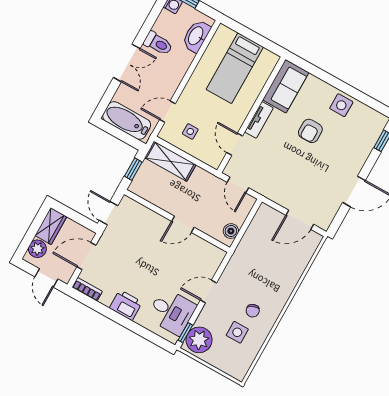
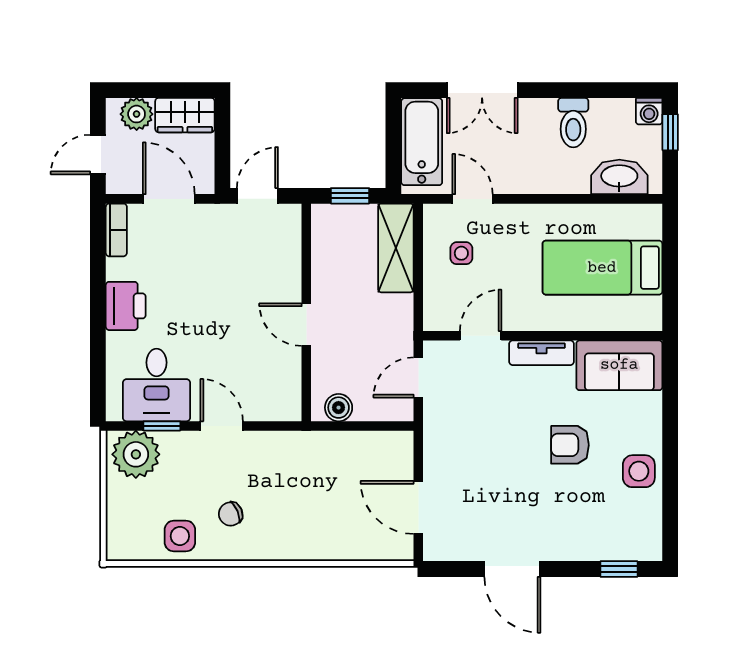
double door: (127, 63) -> (482, 90), moved
side table: (237, 332) -> (180, 536), moved
window: (185, 333) -> (162, 426), moved

